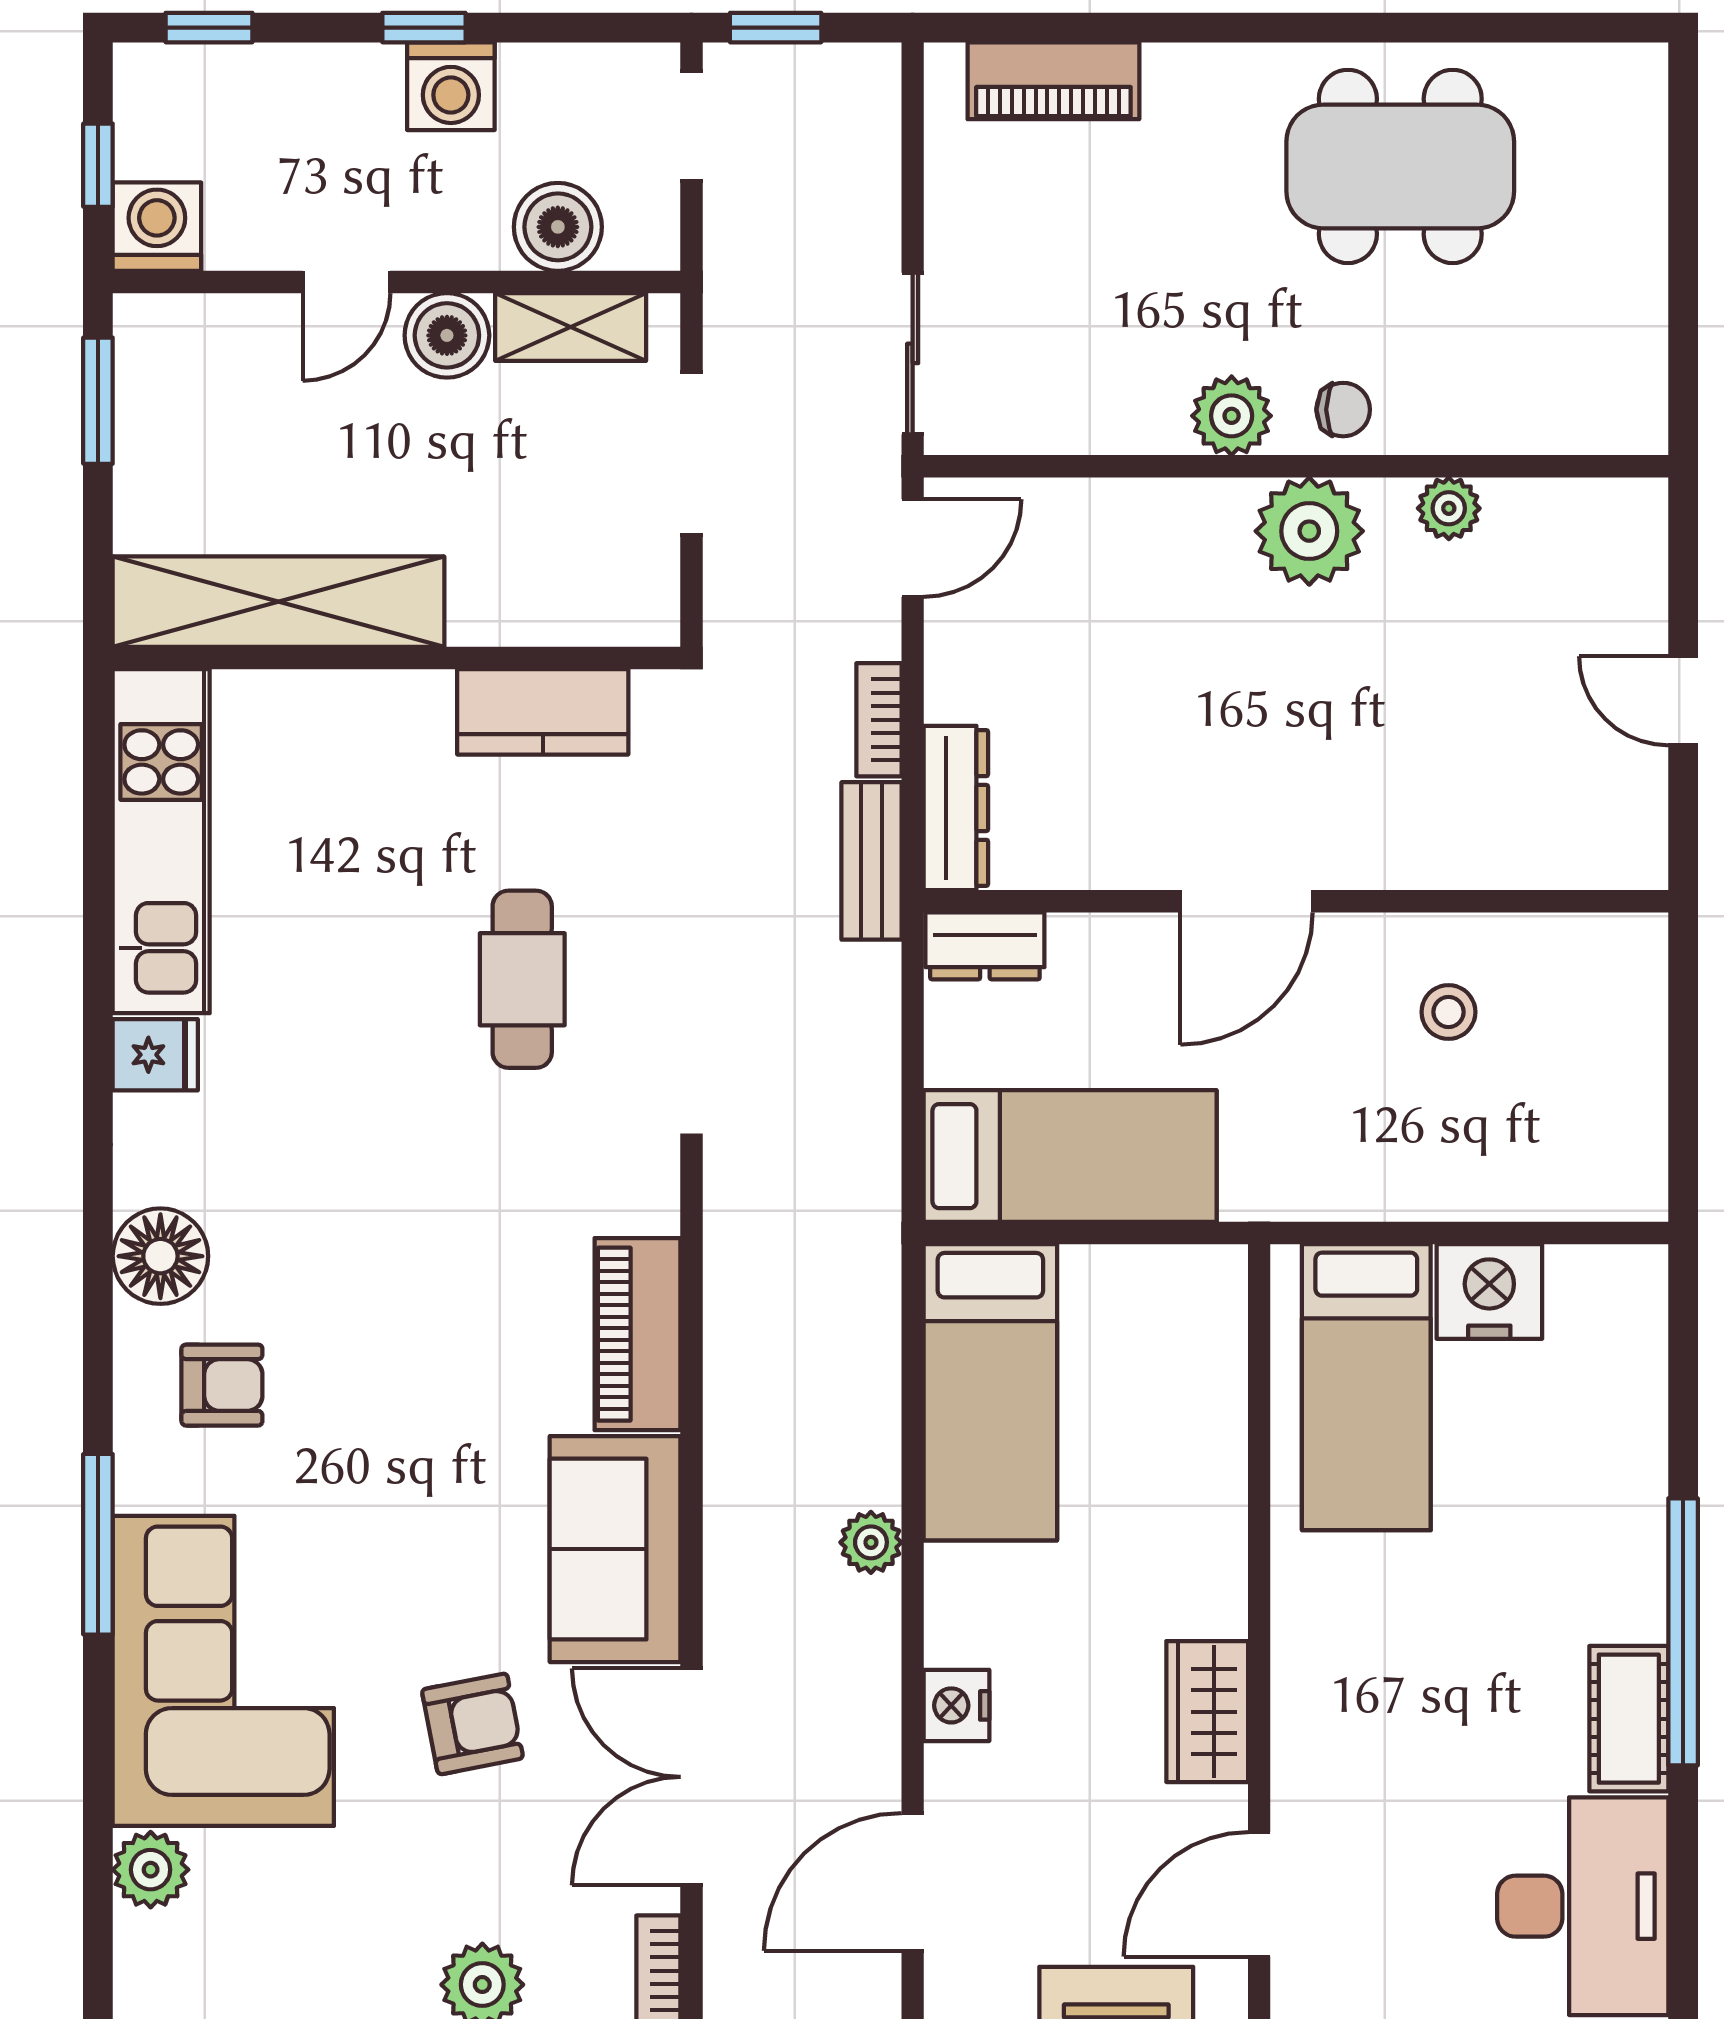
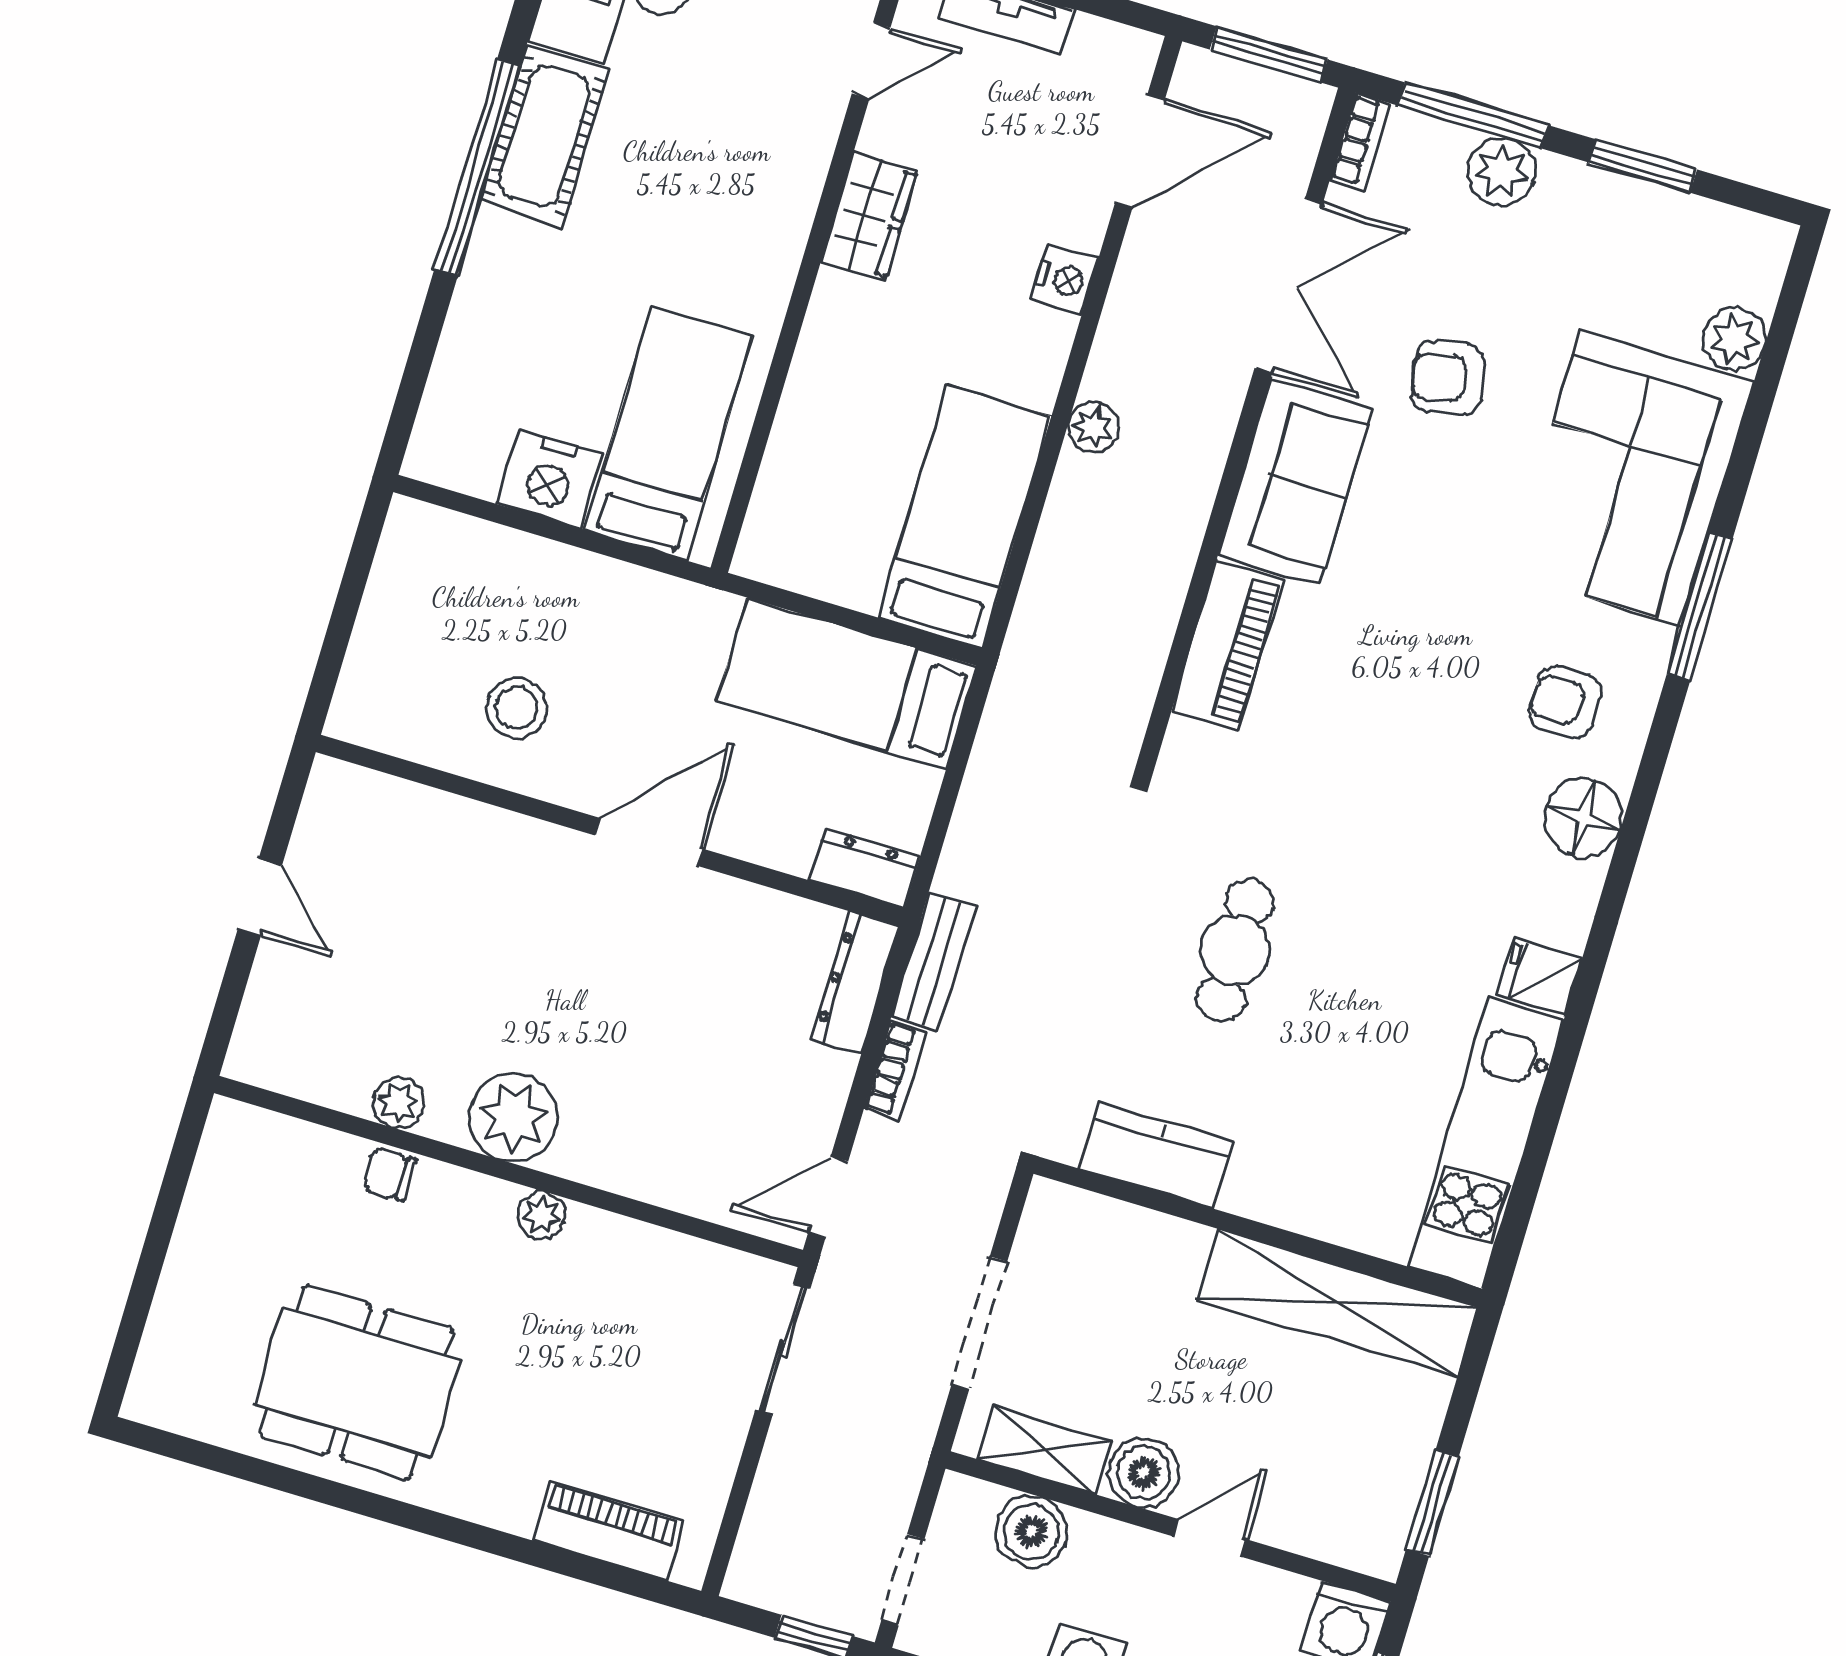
chair: (1343, 410) -> (389, 1175), moved
plant: (1232, 416) -> (541, 1215), width x0.73, depth x0.73
stool: (1448, 1012) -> (517, 708), width x1.37, depth x1.37
cot: (1629, 1719) -> (545, 136), width x1.37, depth x1.34
door: (1259, 1894) -> (871, 61), width x0.73

